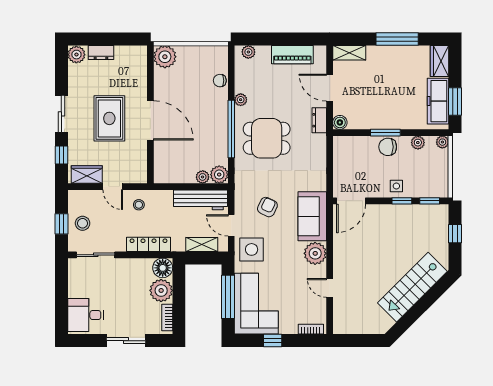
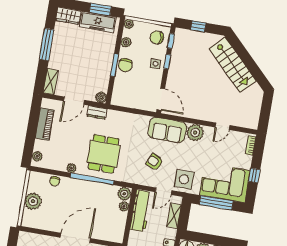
plant: (165, 57) -> (33, 201), moved
chair: (431, 182) -> (157, 37), added

